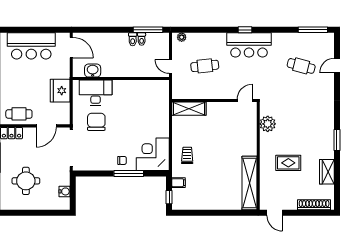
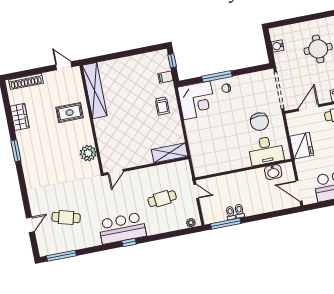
rug: (288, 163) -> (70, 113), moved

